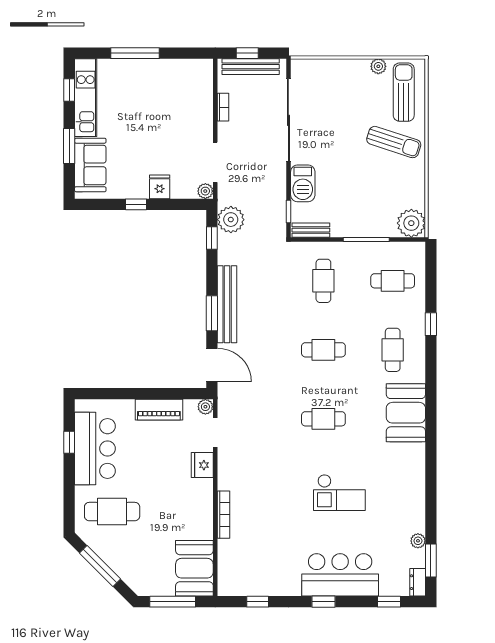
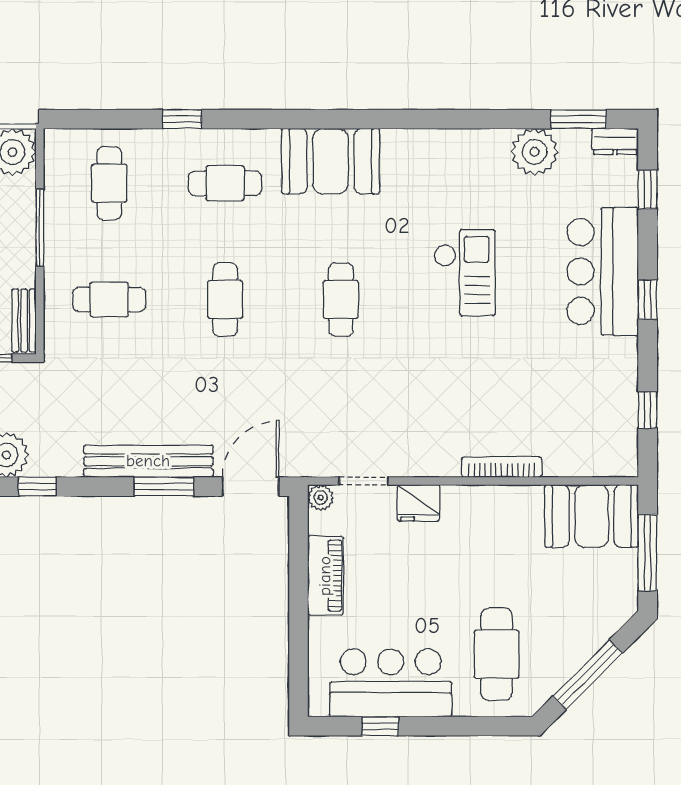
plant: (418, 541) -> (535, 152), width x1.87, depth x1.87

